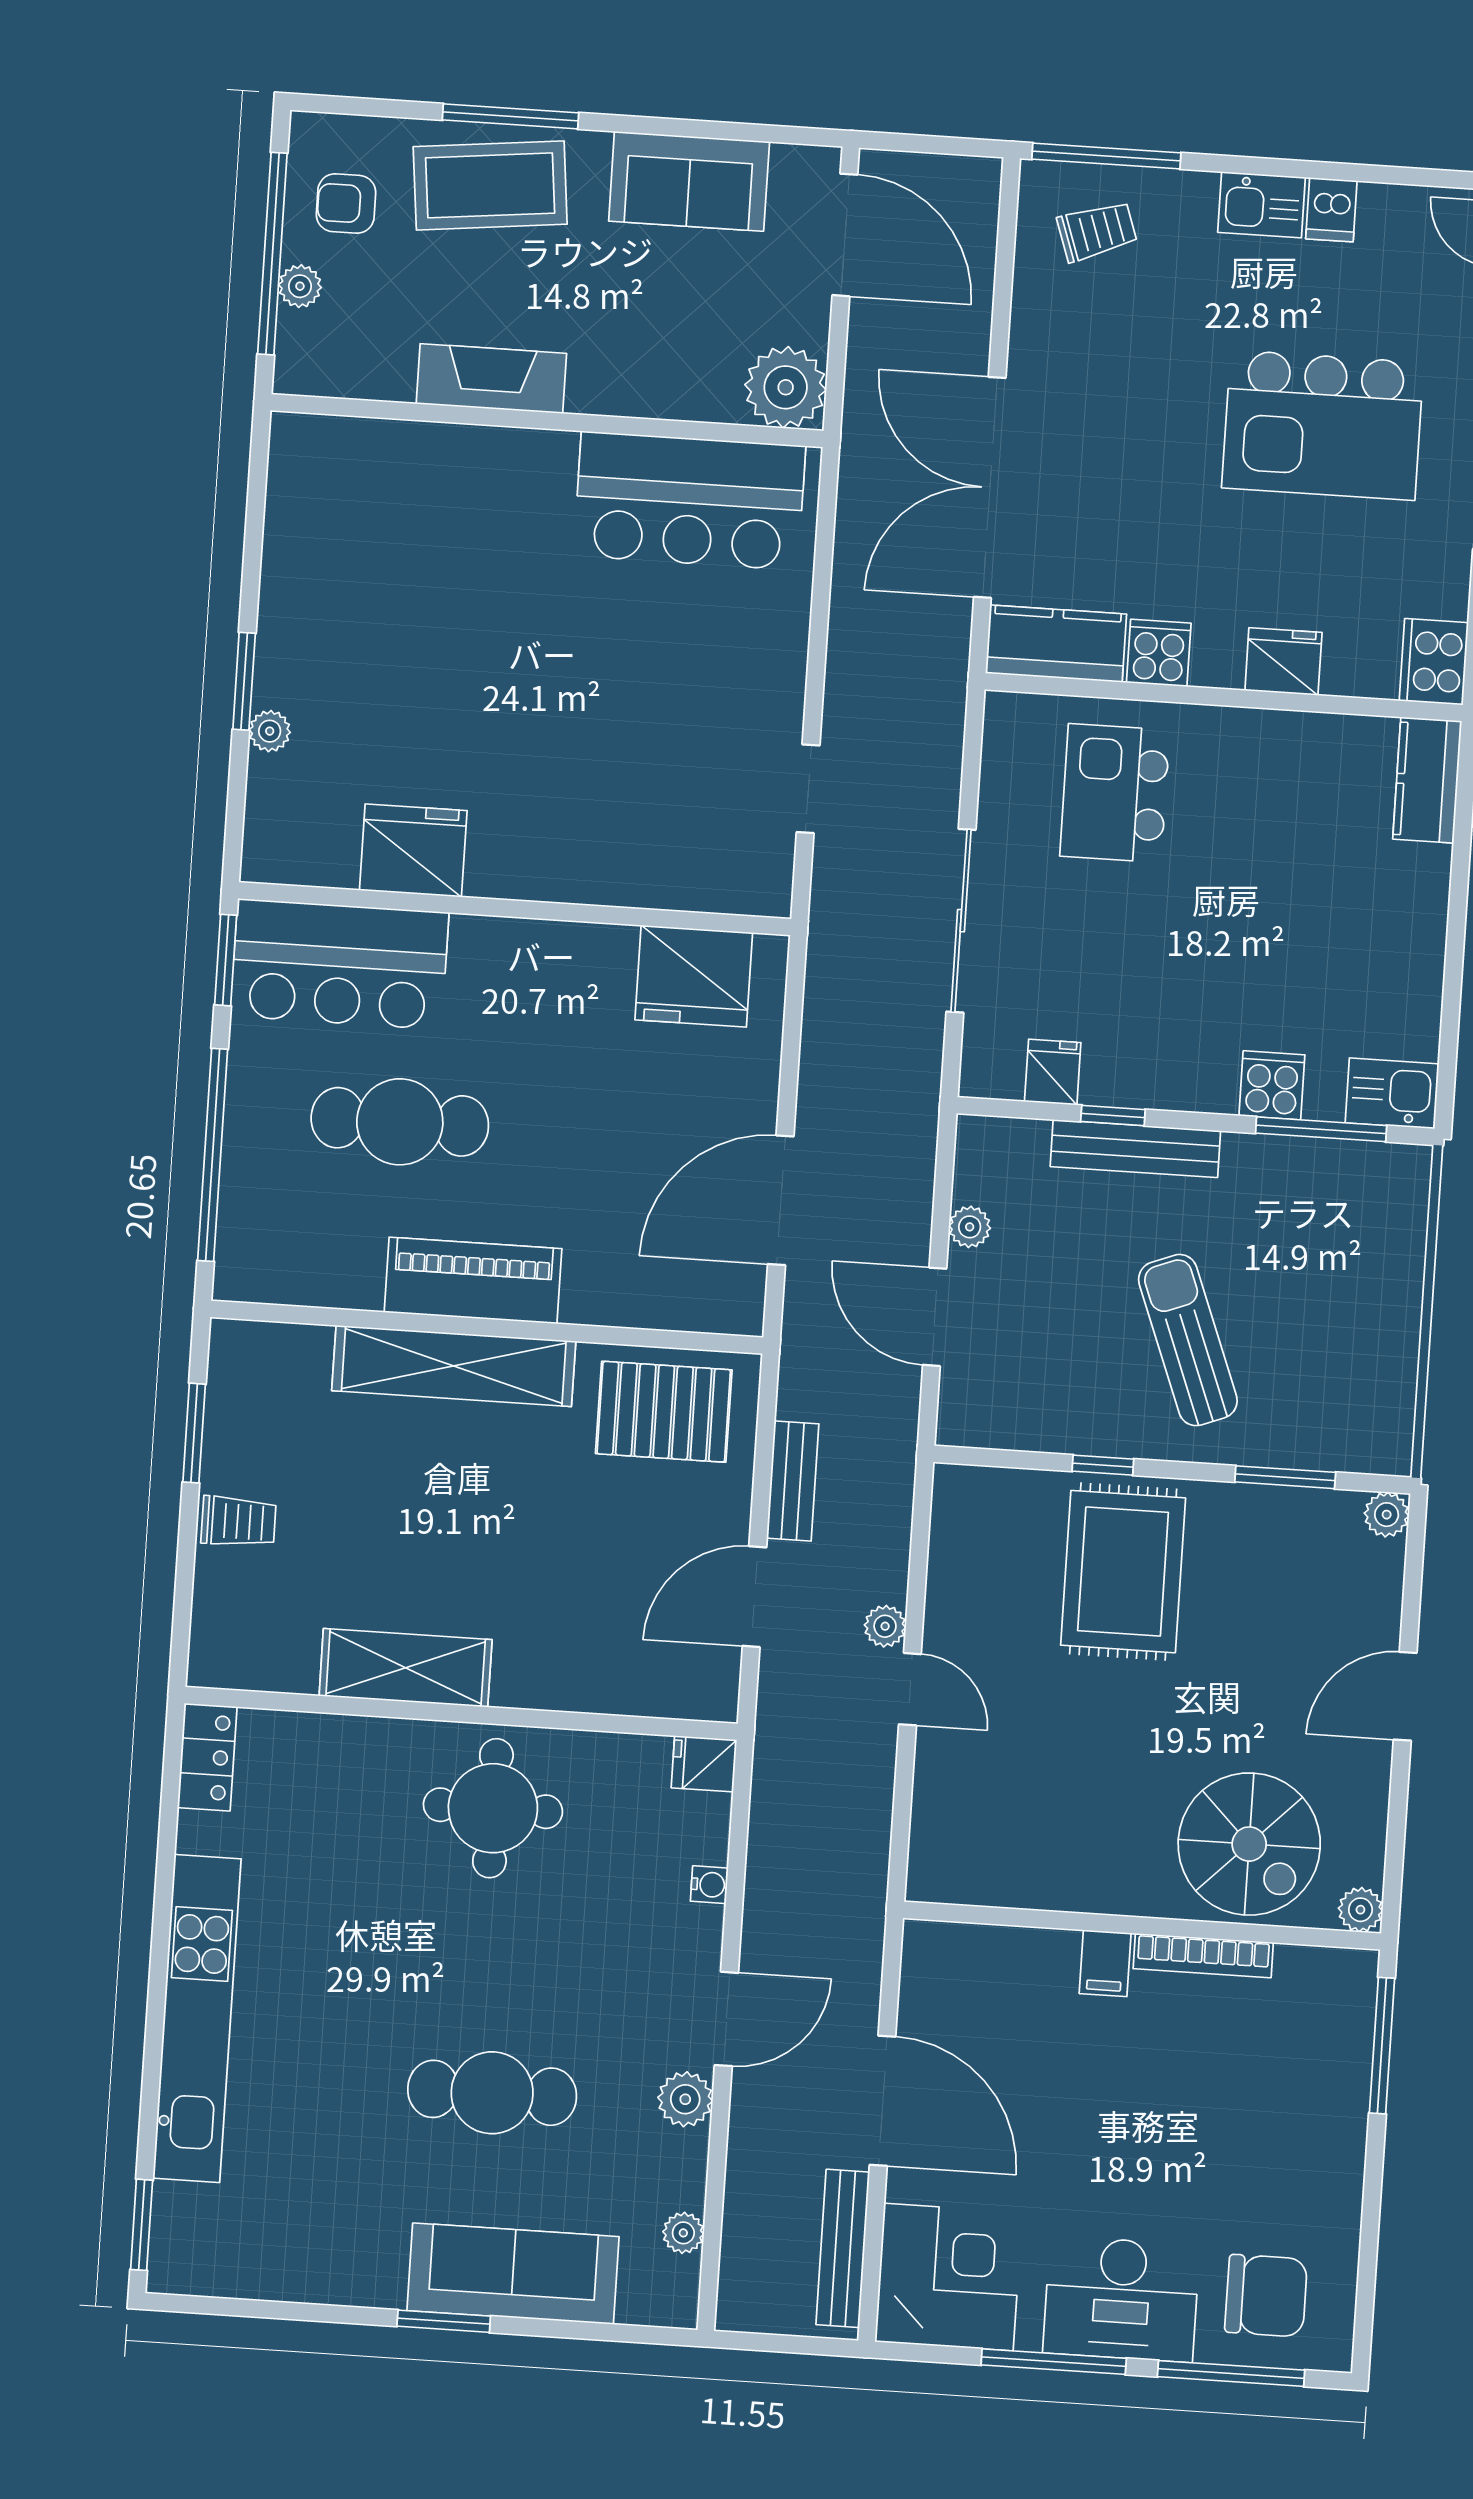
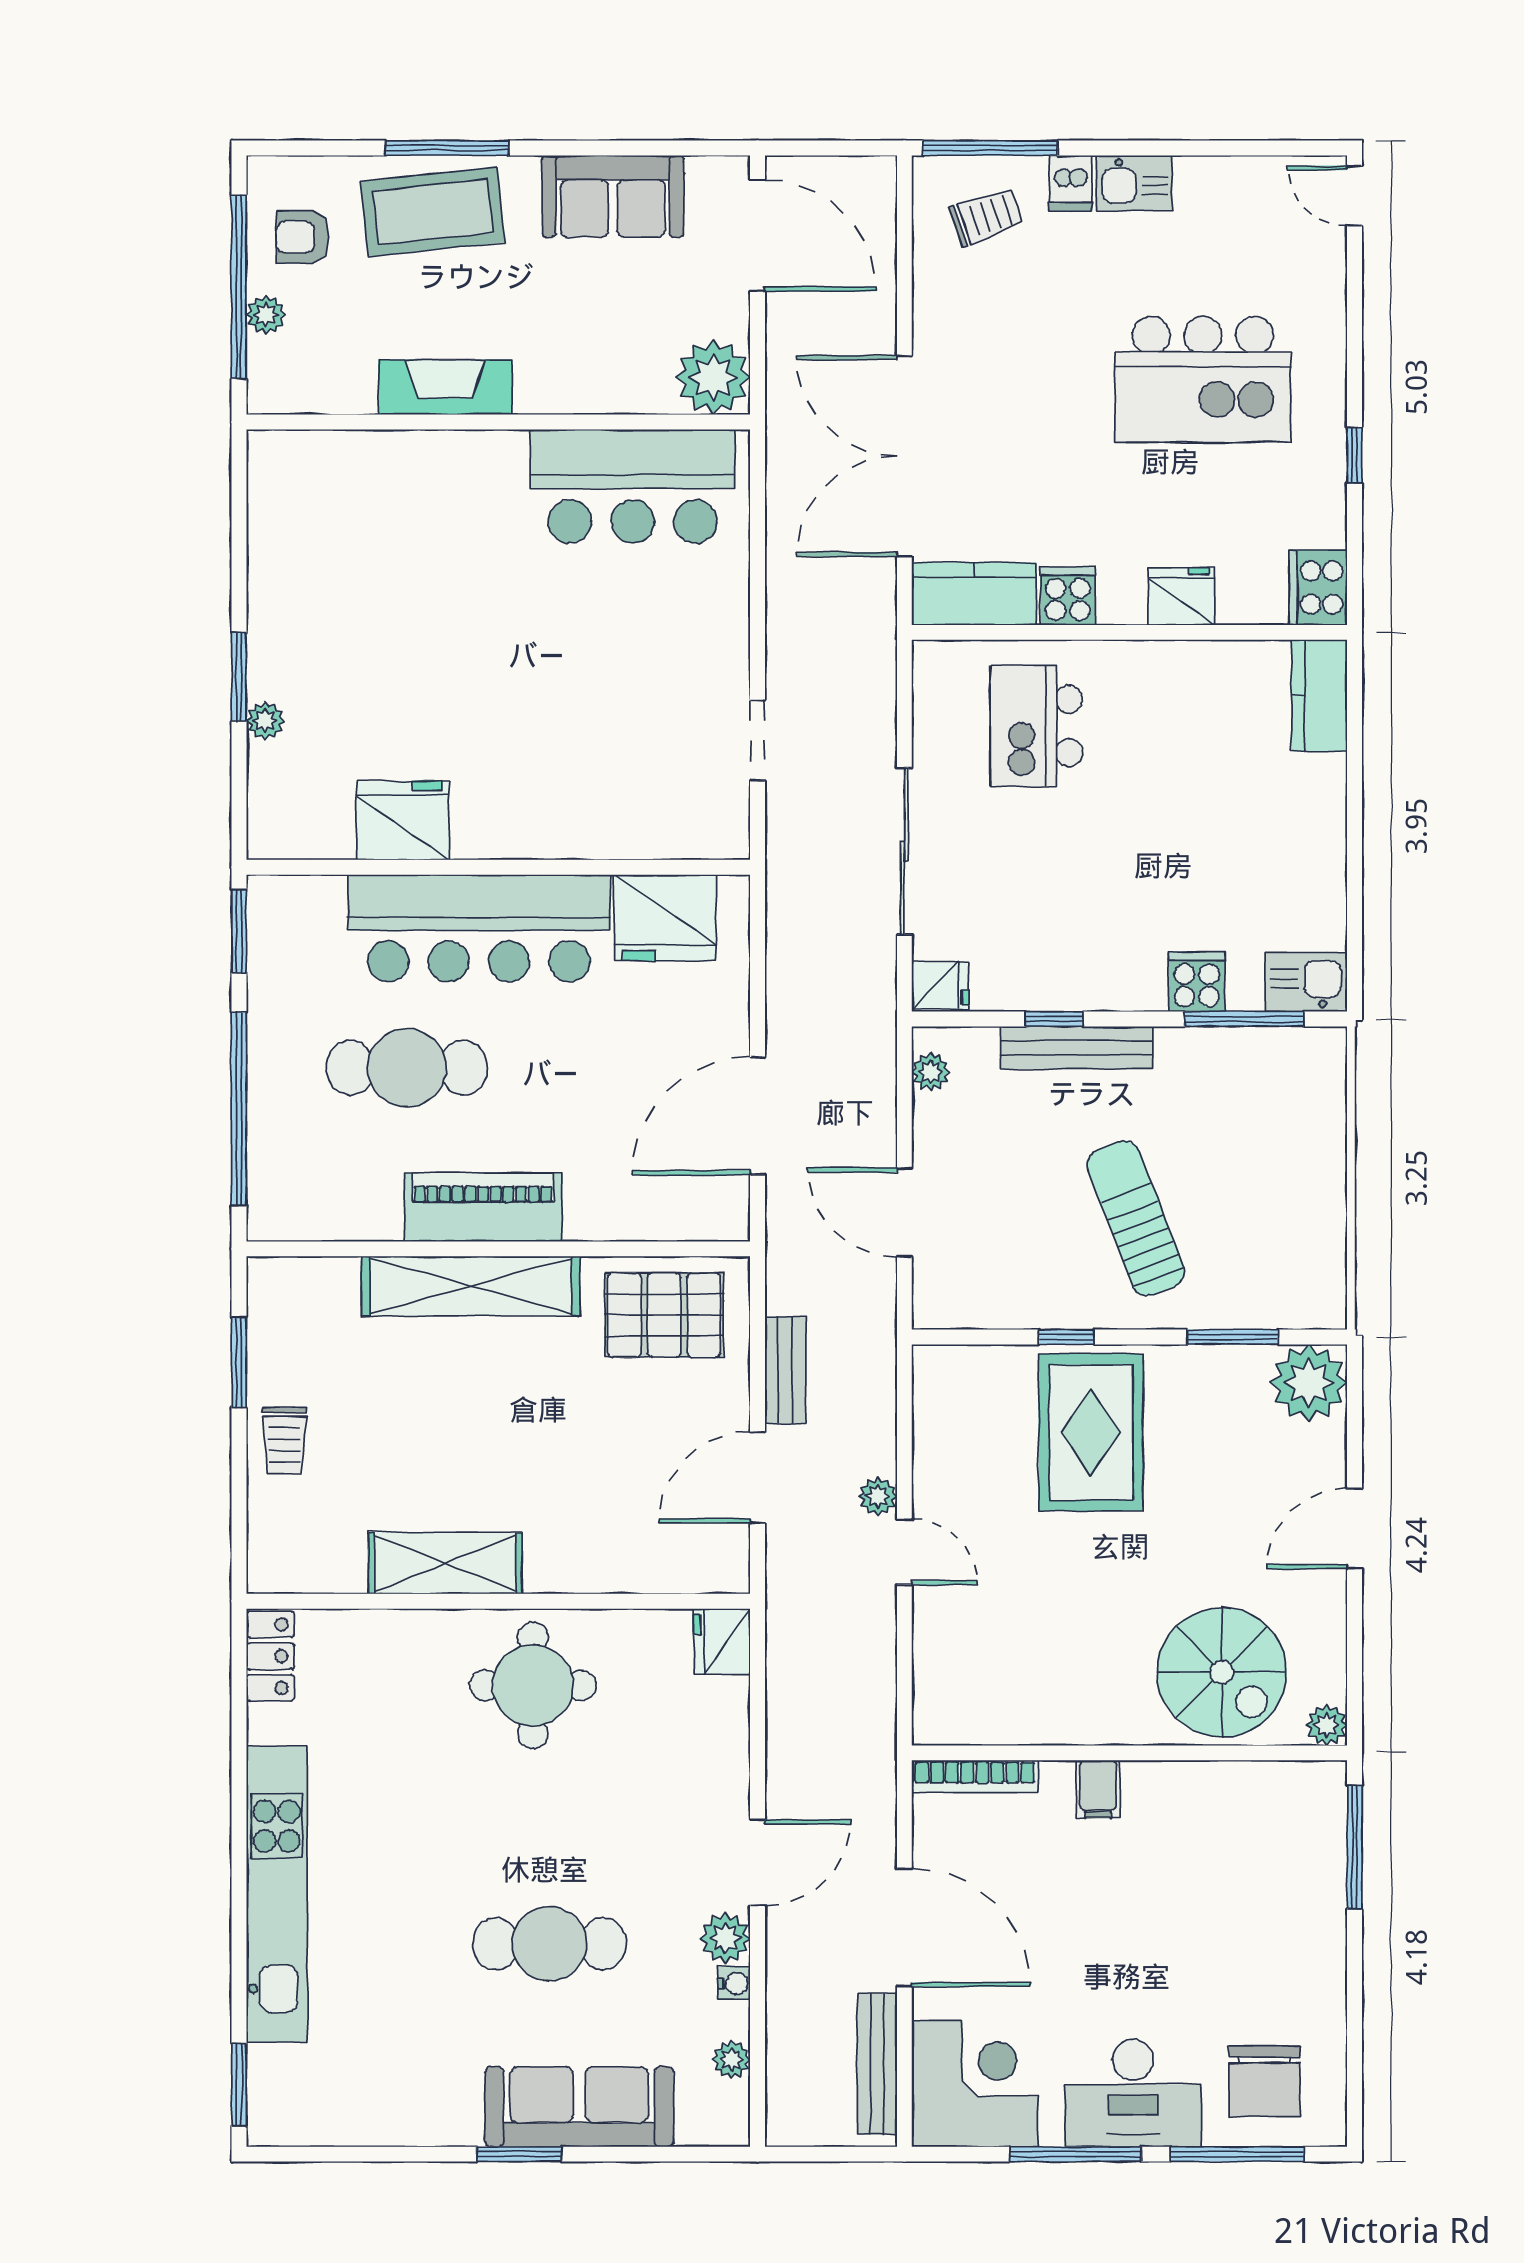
dishwasher: (1331, 210) -> (1070, 183), moved
bar counter: (339, 964) -> (479, 928), moved, width x1.36
fridge: (1053, 1072) -> (940, 985), moved, turned 90
plant: (970, 1227) -> (931, 1072), moved
plant: (1387, 1515) -> (1309, 1383), width x1.88, depth x1.88
trolley: (239, 1522) -> (285, 1440), turned 90
fridge: (704, 1764) -> (722, 1641), width x1.38
water cooler: (709, 1885) -> (734, 1983), moved
bookcase: (1203, 1956) -> (975, 1776), moved
chair: (1266, 2296) -> (1264, 2081), turned 90

